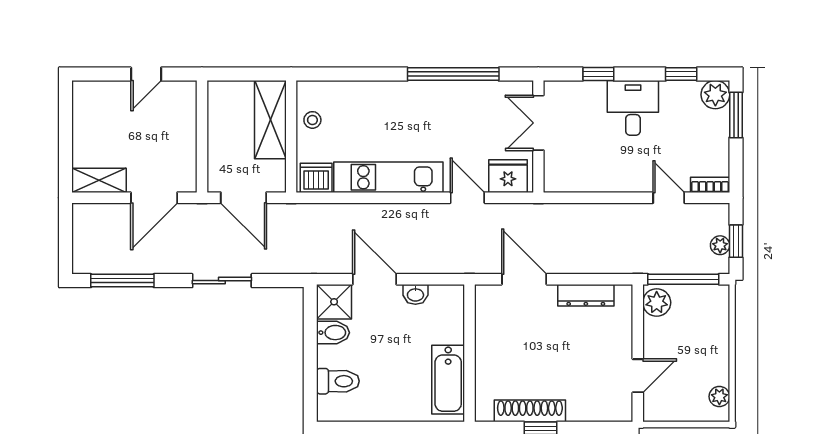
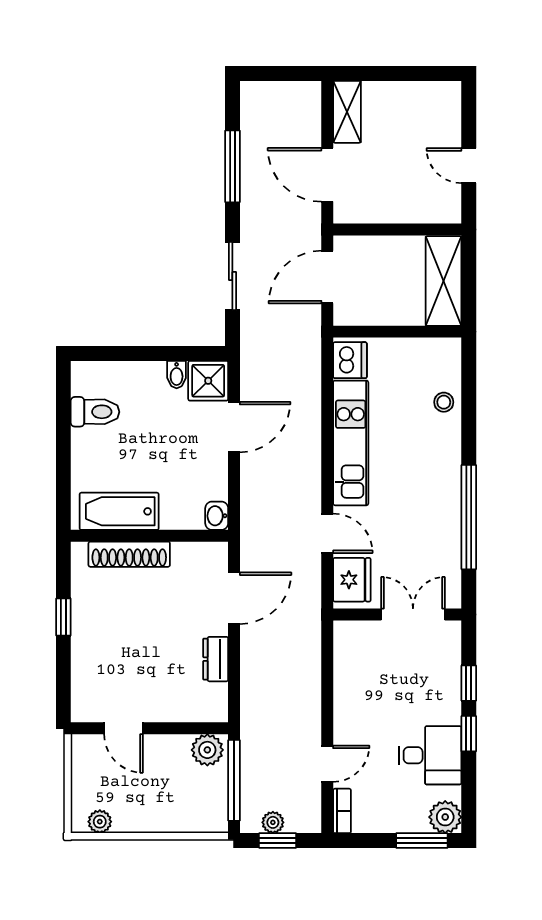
window: (681, 74) -> (469, 734), moved
desk: (633, 108) -> (430, 755), moved
shelving: (270, 120) -> (444, 281), moved, turned 90
stool: (312, 120) -> (444, 402), moved
door: (467, 198) -> (327, 533), hinge flipped
window: (122, 281) -> (232, 166), moved
sliding door: (222, 281) -> (232, 276), moved
washbasin: (415, 294) -> (217, 516), moved
dresser: (586, 295) -> (216, 659), width x0.70
bidet: (333, 333) -> (177, 375), width x0.72, depth x0.74
toilet: (338, 381) -> (95, 412), moved, turned -90
shoe rack: (530, 411) -> (129, 554), moved, turned 90

